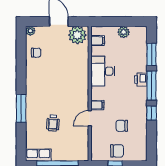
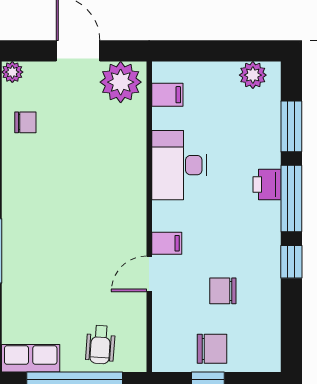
plant: (124, 32) -> (253, 75), moved
wheelchair: (53, 123) -> (100, 345), moved

